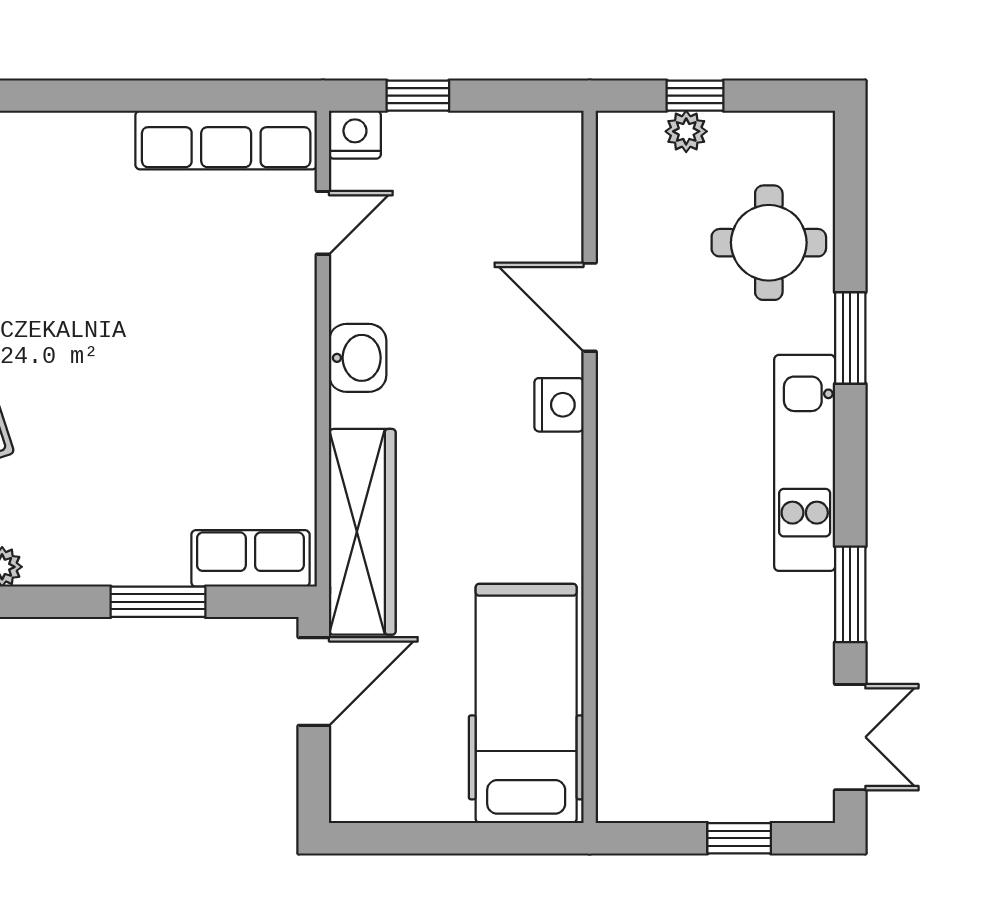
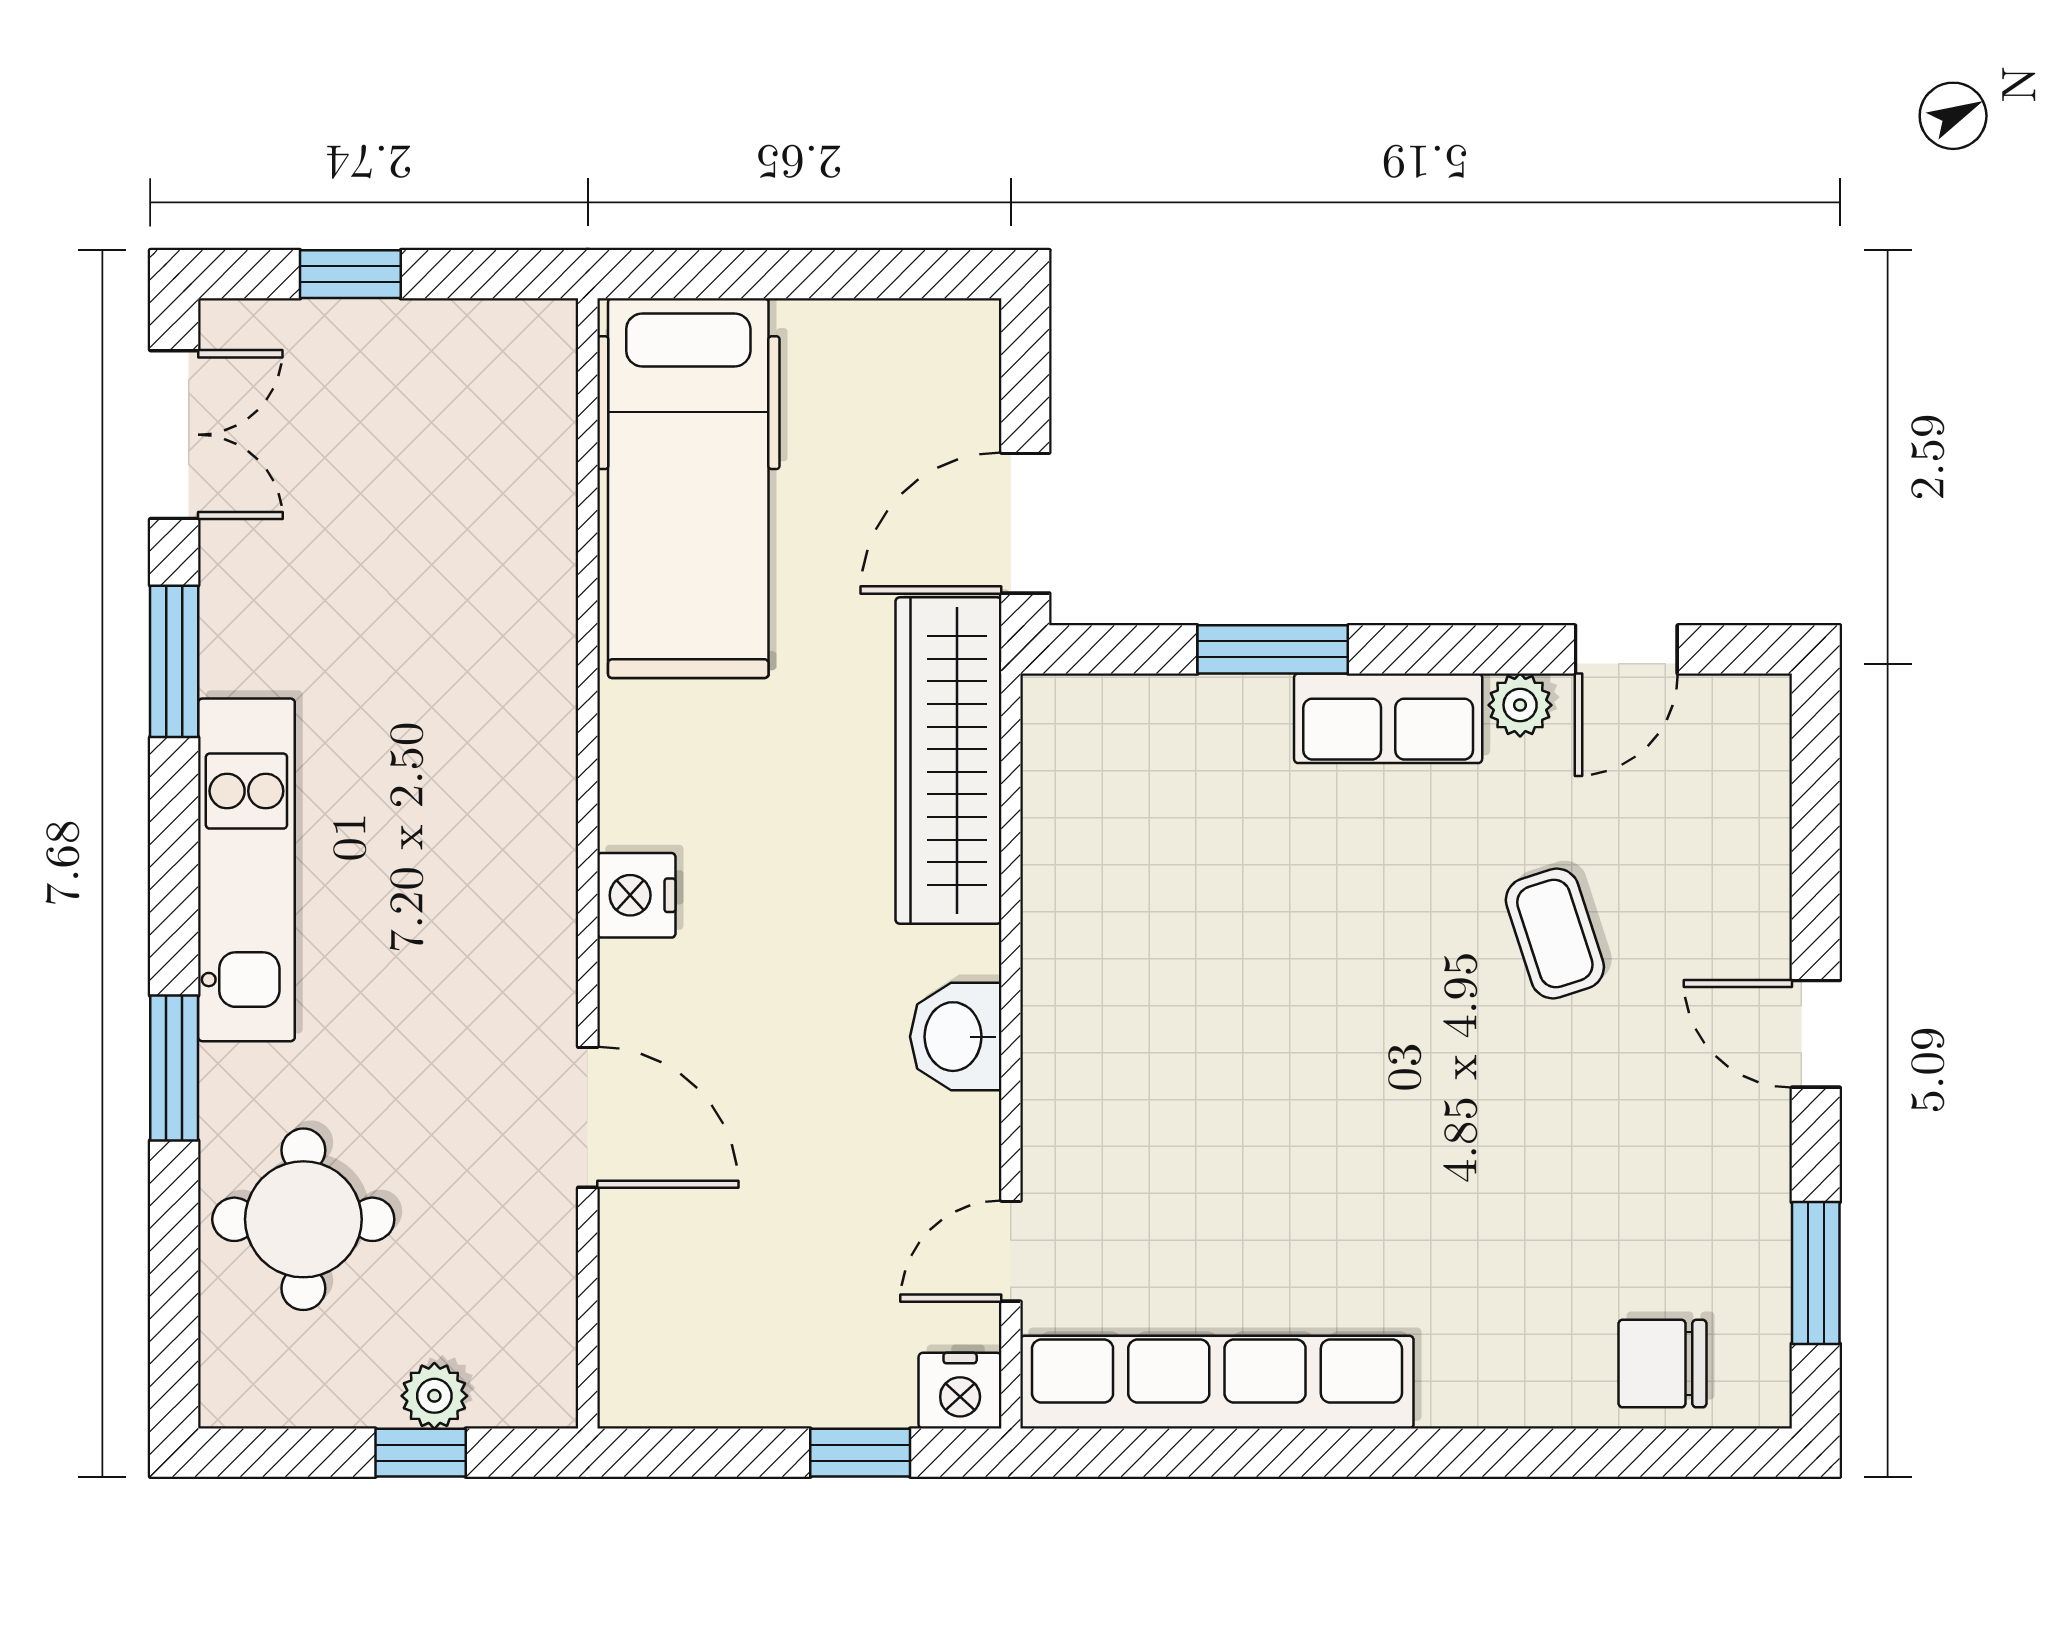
row of seats: (226, 140) -> (1217, 1382), width x1.36
nightstand: (559, 405) -> (636, 895), moved
row of seats: (250, 558) -> (1388, 718), moved
double door: (850, 737) -> (174, 435), swing flipped

